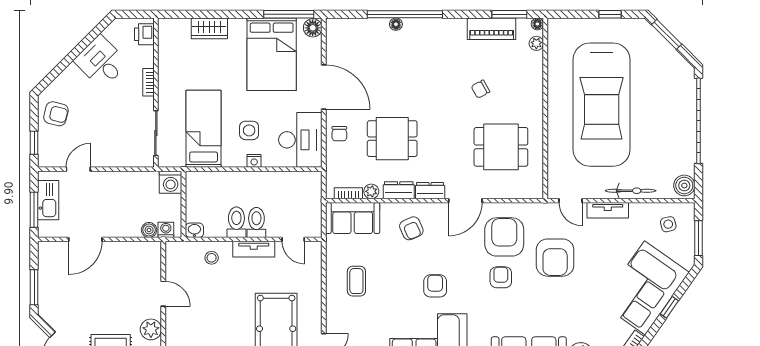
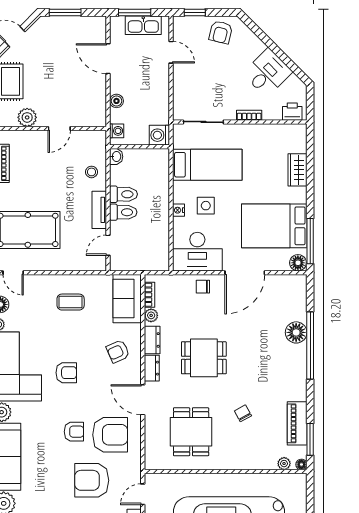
floor lamp: (396, 24) -> (296, 332), width x1.89, depth x1.89
dining table: (392, 139) -> (204, 358), moved, turned 90
boiler: (149, 230) -> (116, 101), moved

